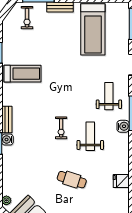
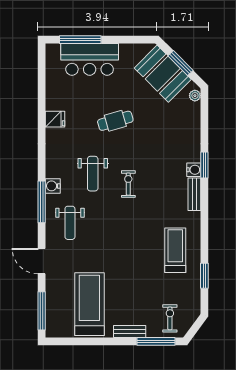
treadmill: (23, 74) -> (175, 250), turned 90
cafe table: (72, 180) -> (115, 121), turned -34

